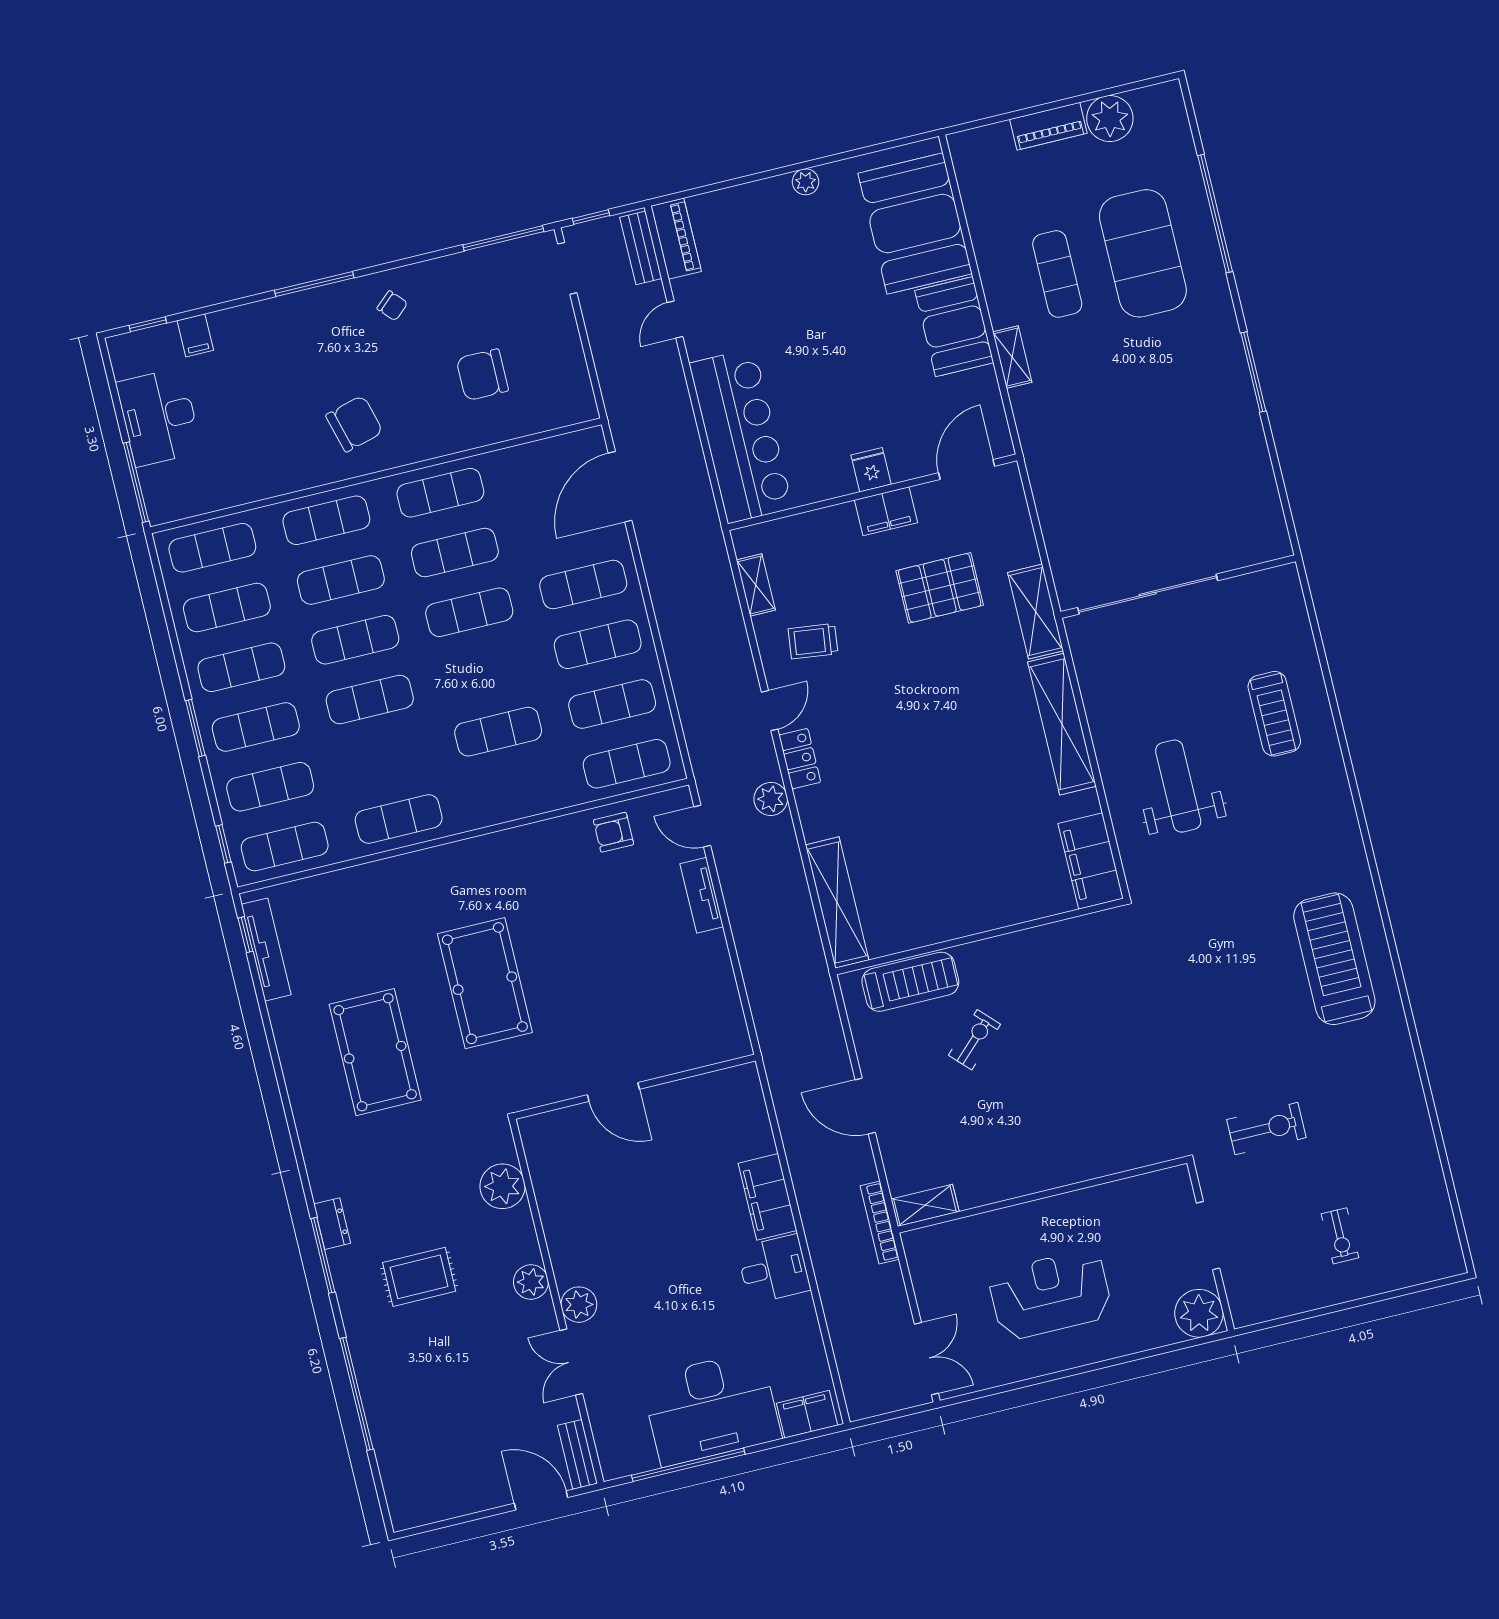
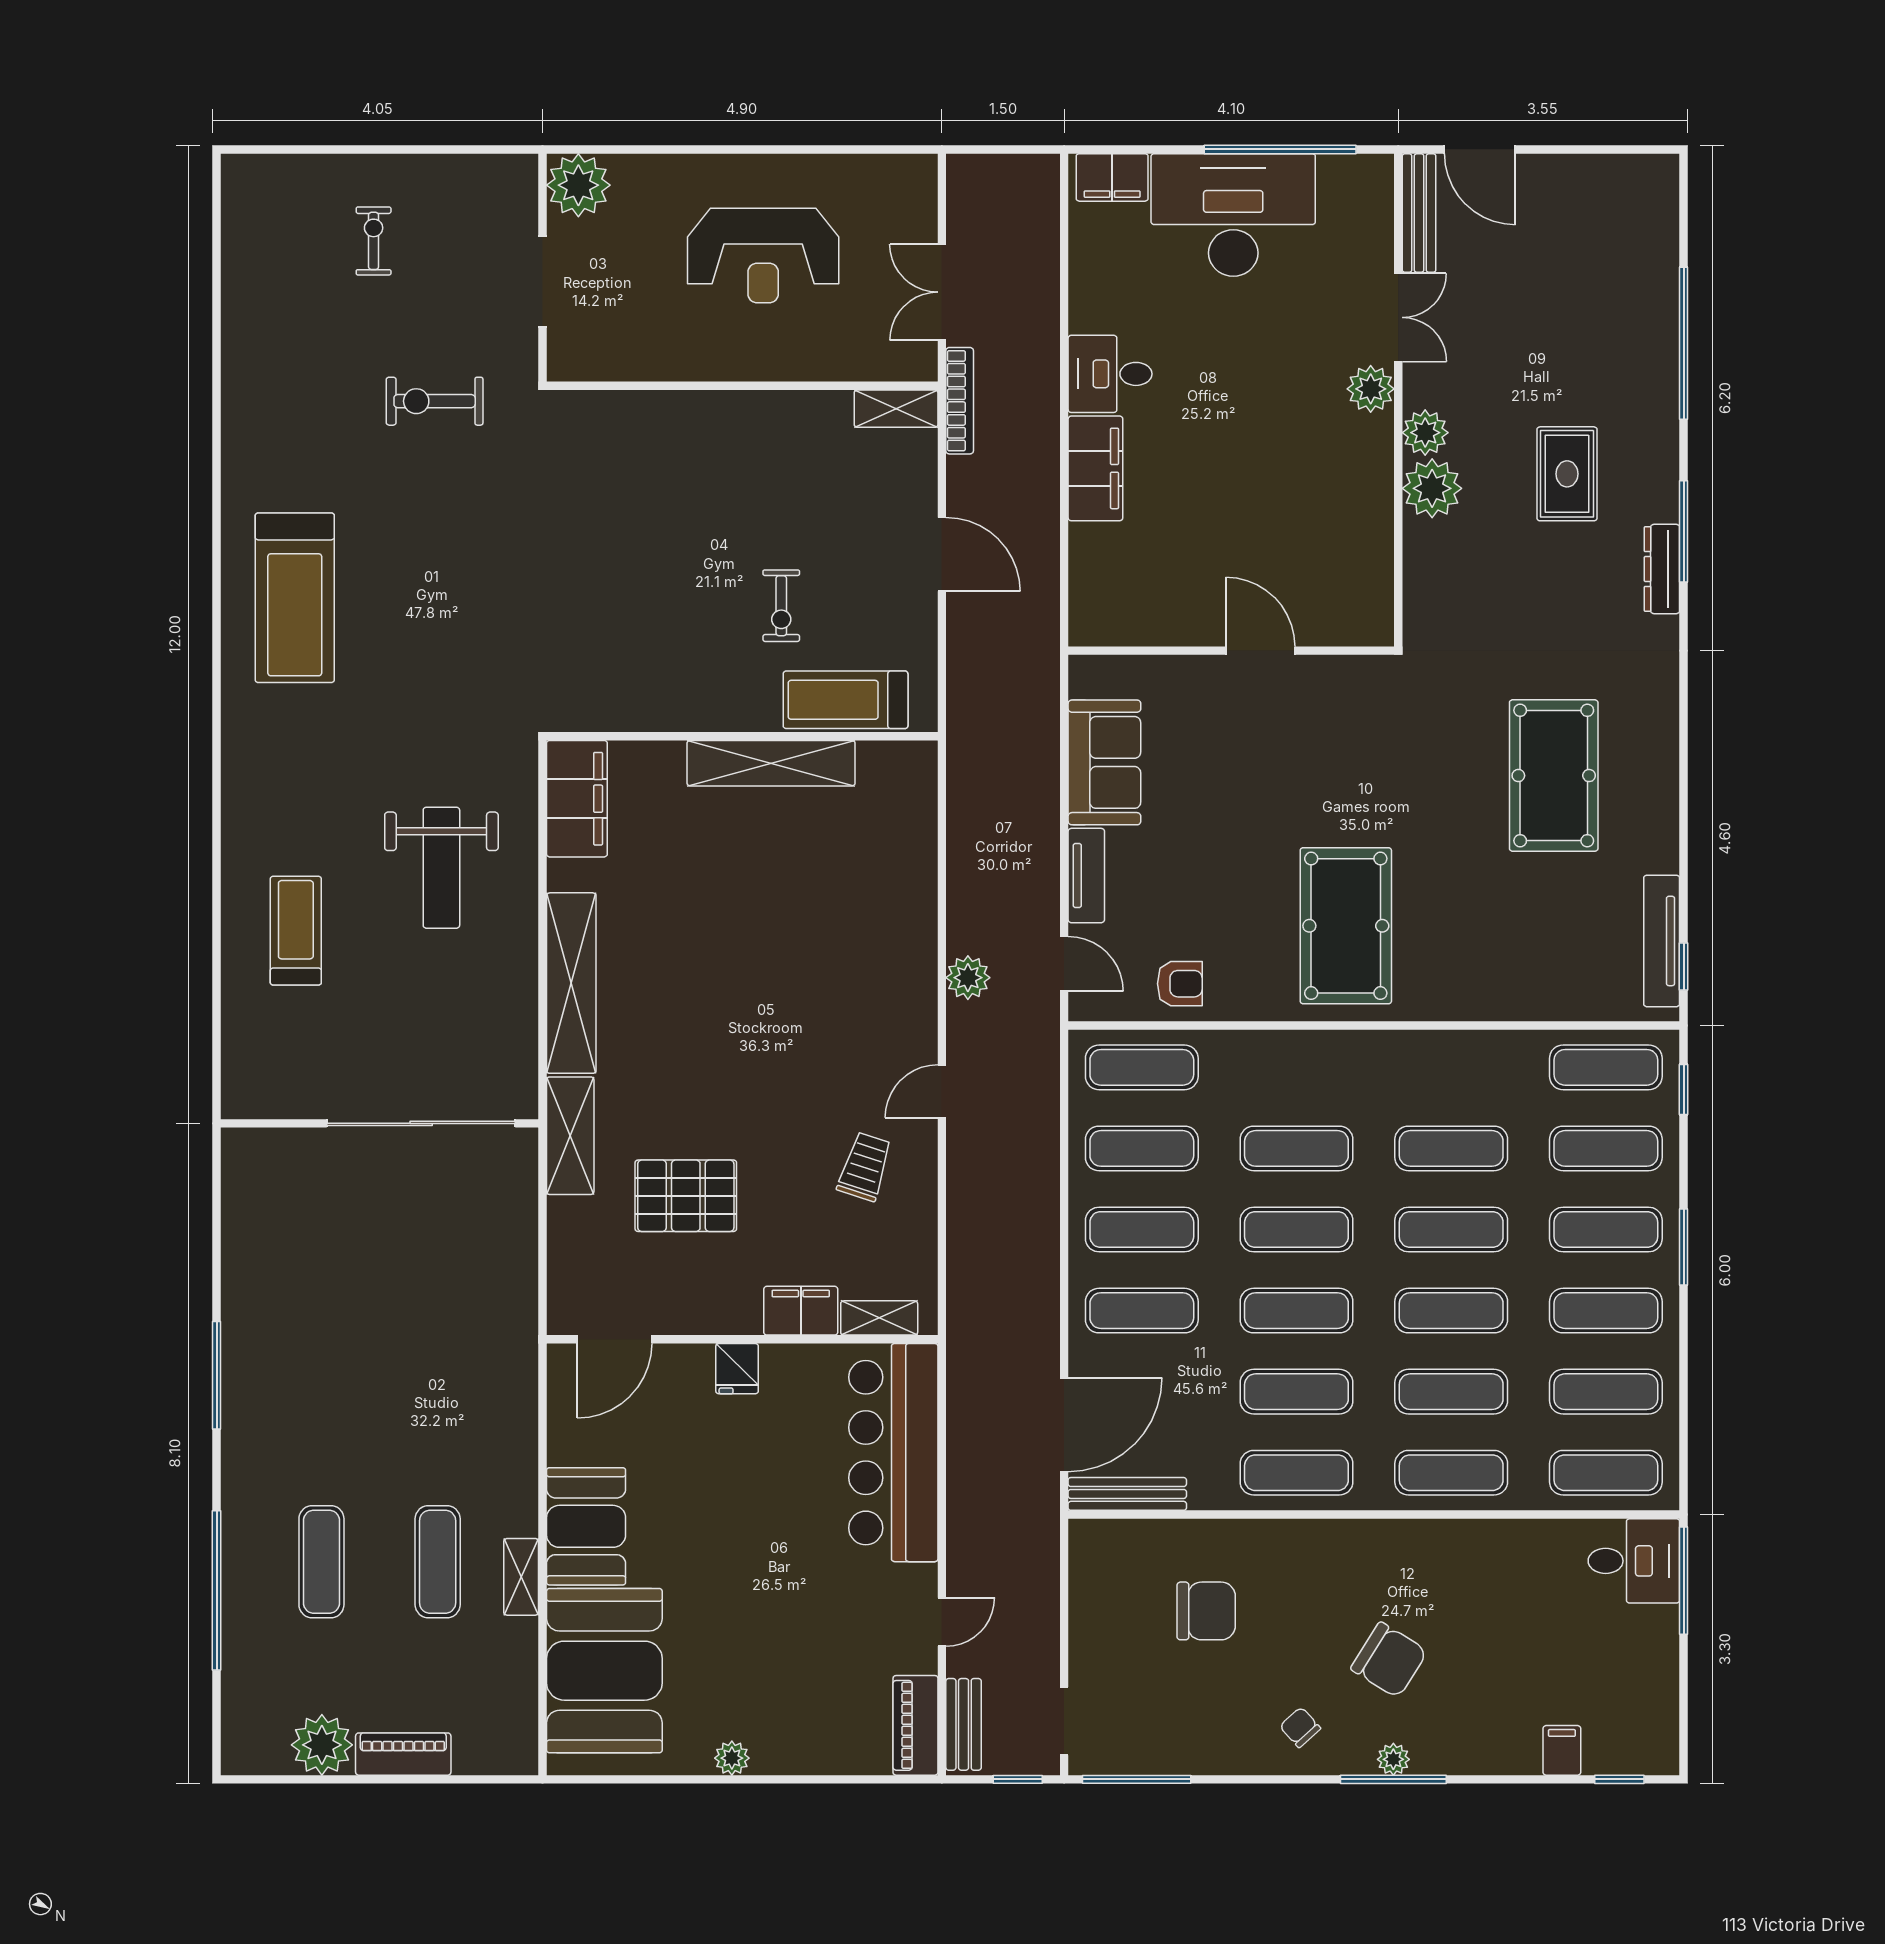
exercise mat: (1143, 253) -> (321, 1562), width x0.50, depth x0.69
plant: (318, 299) -> (1393, 1759), added
shelving: (1012, 357) -> (521, 1577), moved
desk: (159, 417) -> (1634, 1561), moved, width x0.73
chair: (354, 424) -> (1389, 1660), moved, turned -133
bench: (561, 447) -> (1127, 1494), added
filing cabinet: (886, 511) -> (801, 1311), moved
shelving: (756, 585) -> (879, 1318), moved, turned 90
trolley: (813, 641) -> (865, 1167), turned -79
exercise mat: (484, 672) -> (1296, 1230), added
locker: (800, 759) -> (918, 1020), removed
exercise mat: (399, 819) -> (1451, 1148), moved
shelving: (837, 903) -> (771, 763), moved, turned 90
sofa: (708, 982) -> (1104, 762), added
pool table: (485, 983) -> (1346, 926), moved
exercise bike: (975, 1040) -> (781, 606), turned -46
plant: (502, 1186) -> (1432, 488), moved
dresser: (332, 1224) -> (1662, 569), width x1.44
rug: (419, 1277) -> (1567, 474), turned 90
double door: (926, 1359) -> (942, 292), moved
bench: (577, 1454) -> (1419, 213), width x1.36

